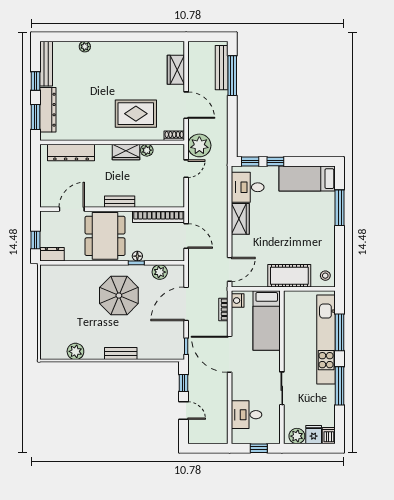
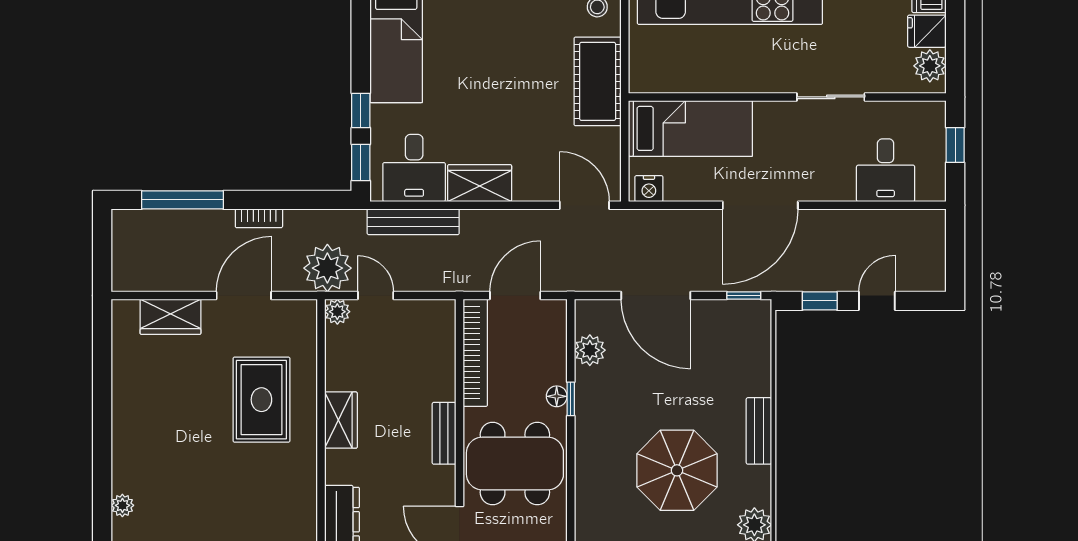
bench: (222, 68) -> (413, 222), moved
shoe rack: (174, 136) -> (307, 320), removed
plant: (147, 150) -> (337, 312), moved
parasol: (119, 296) -> (677, 470), moved
bookcase: (223, 310) -> (259, 218), moved

